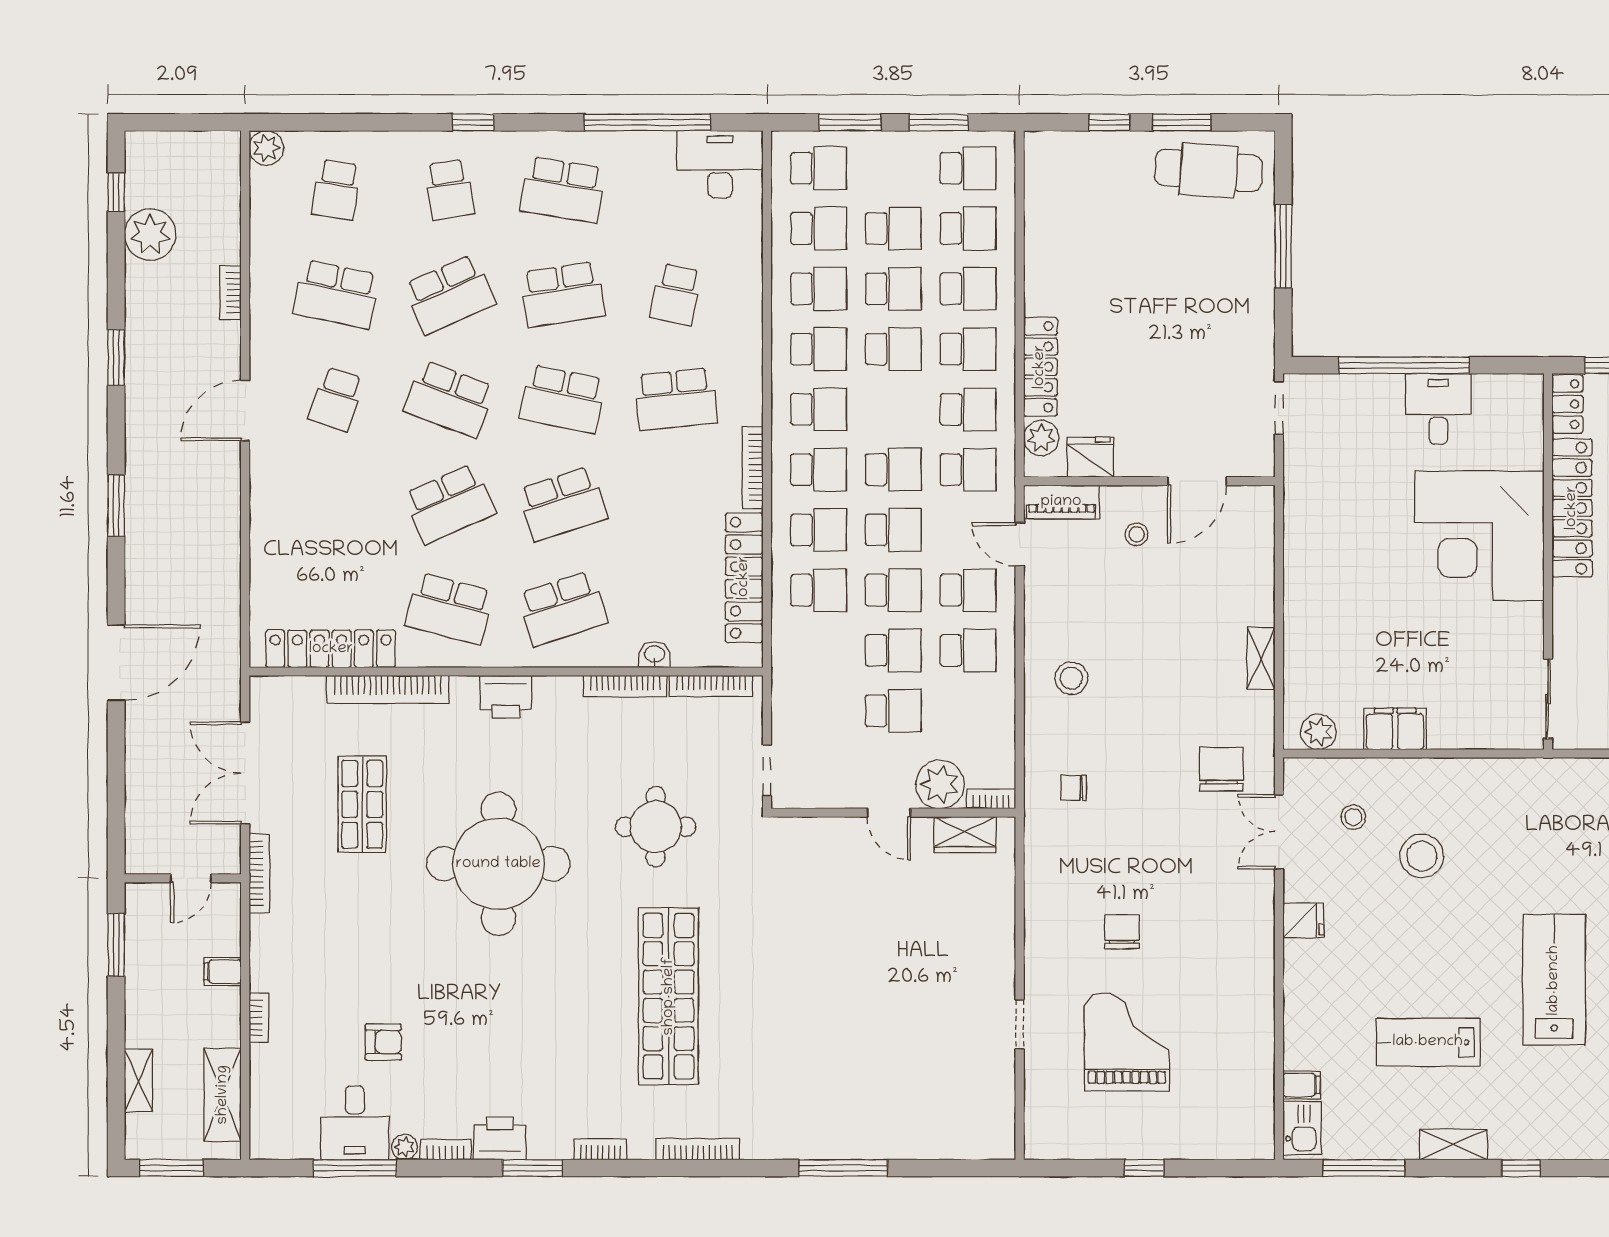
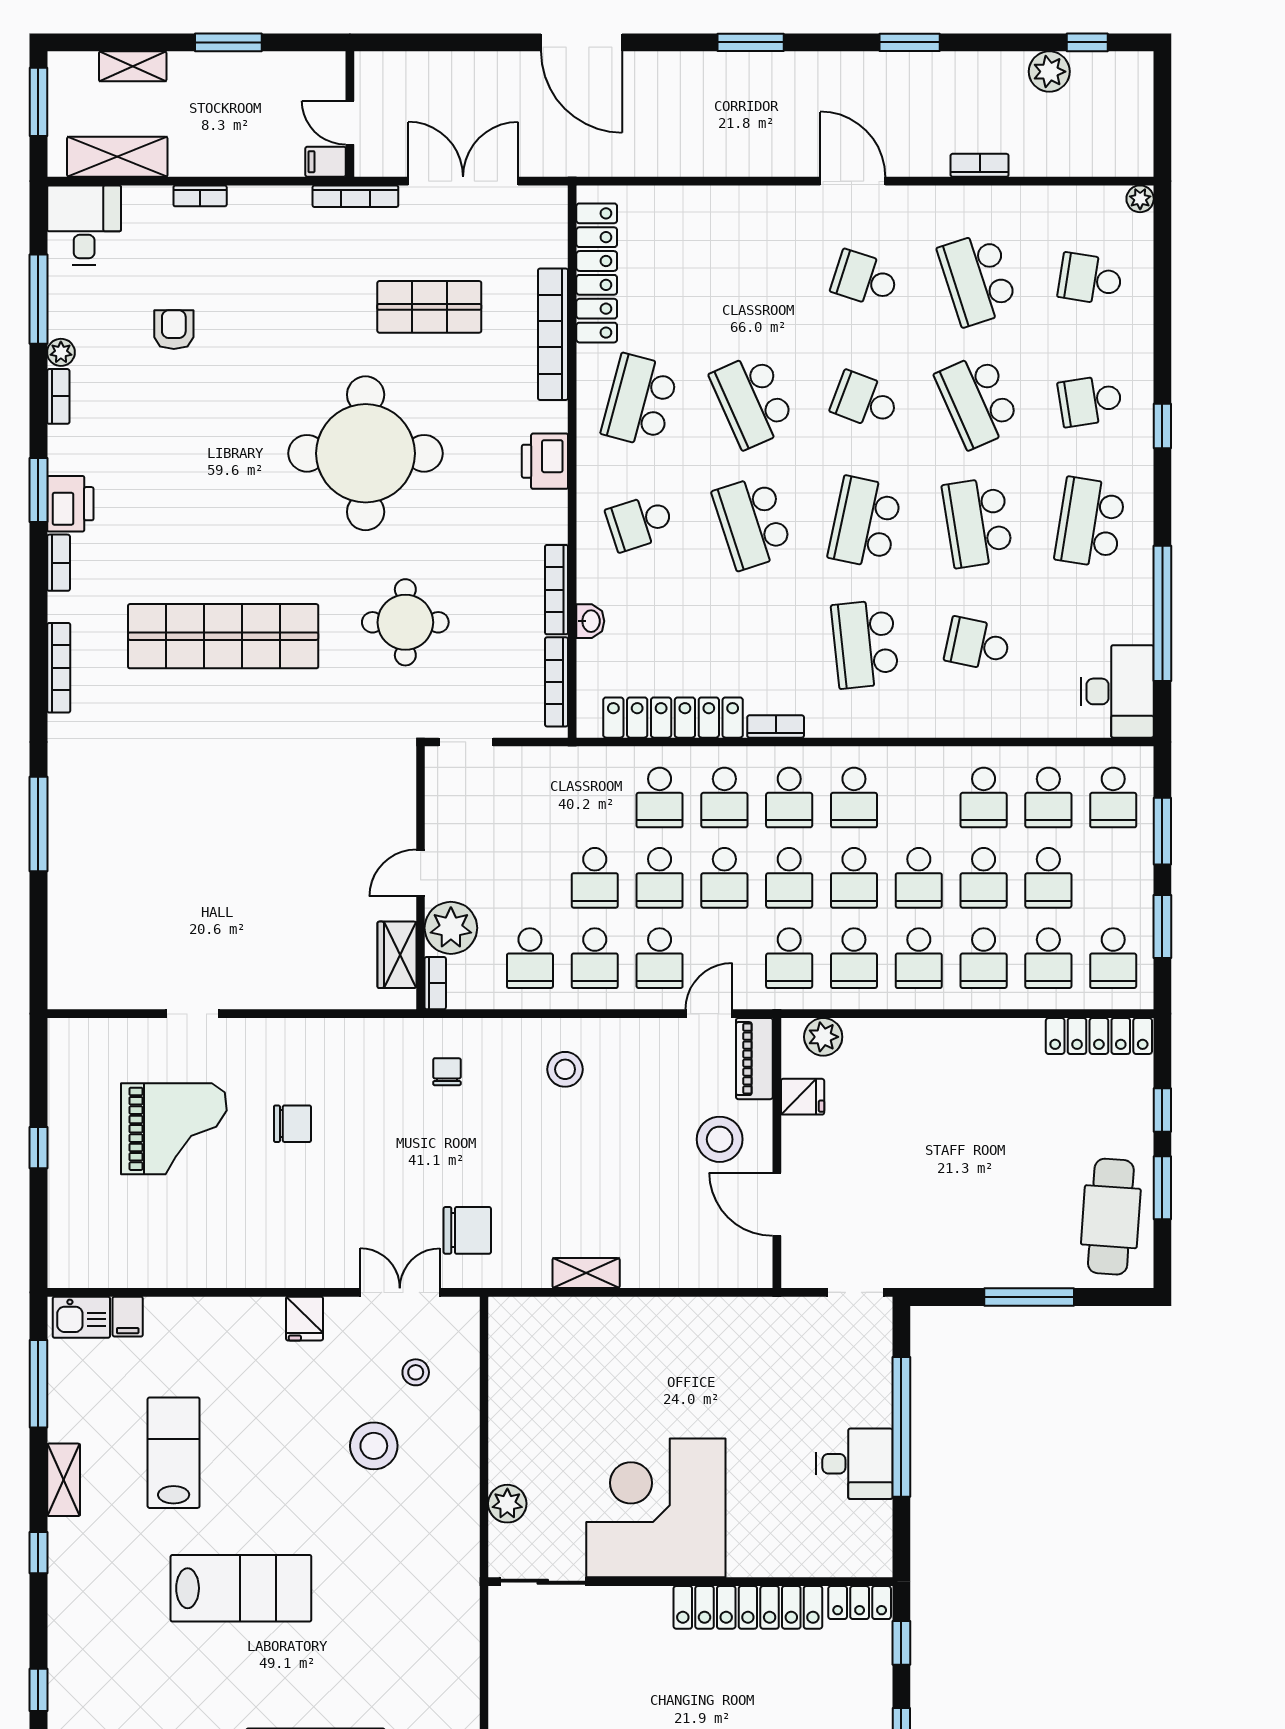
plant: (266, 148) -> (1140, 199), width x0.73, depth x0.73
plant: (150, 235) -> (1049, 72), width x0.73, depth x0.73
school desk: (336, 294) -> (978, 279), turned -30
school desk: (819, 349) -> (854, 878), moved
locker: (1040, 367) -> (1099, 1036), moved
school desk: (449, 399) -> (865, 401), width x0.54
fridge: (1091, 457) -> (803, 1097), width x0.72
bookcase: (753, 468) -> (776, 726), width x0.64
stool: (1137, 534) -> (720, 1139), width x1.89, depth x1.89
corner desk: (1479, 536) -> (656, 1508), moved
school desk: (563, 609) -> (640, 522), width x0.54
school desk: (893, 711) -> (530, 958), moved
filing cabinet: (1395, 729) -> (511, 1417), removed
plant: (1318, 732) -> (507, 1504), moved
window: (116, 945) -> (228, 42), moved
filing cabinet: (222, 972) -> (326, 162), moved, turned -90
armchair: (383, 1042) -> (174, 330), turned 180
desk: (355, 1123) -> (84, 225), moved, turned 90
printer: (500, 1138) -> (70, 504), moved

